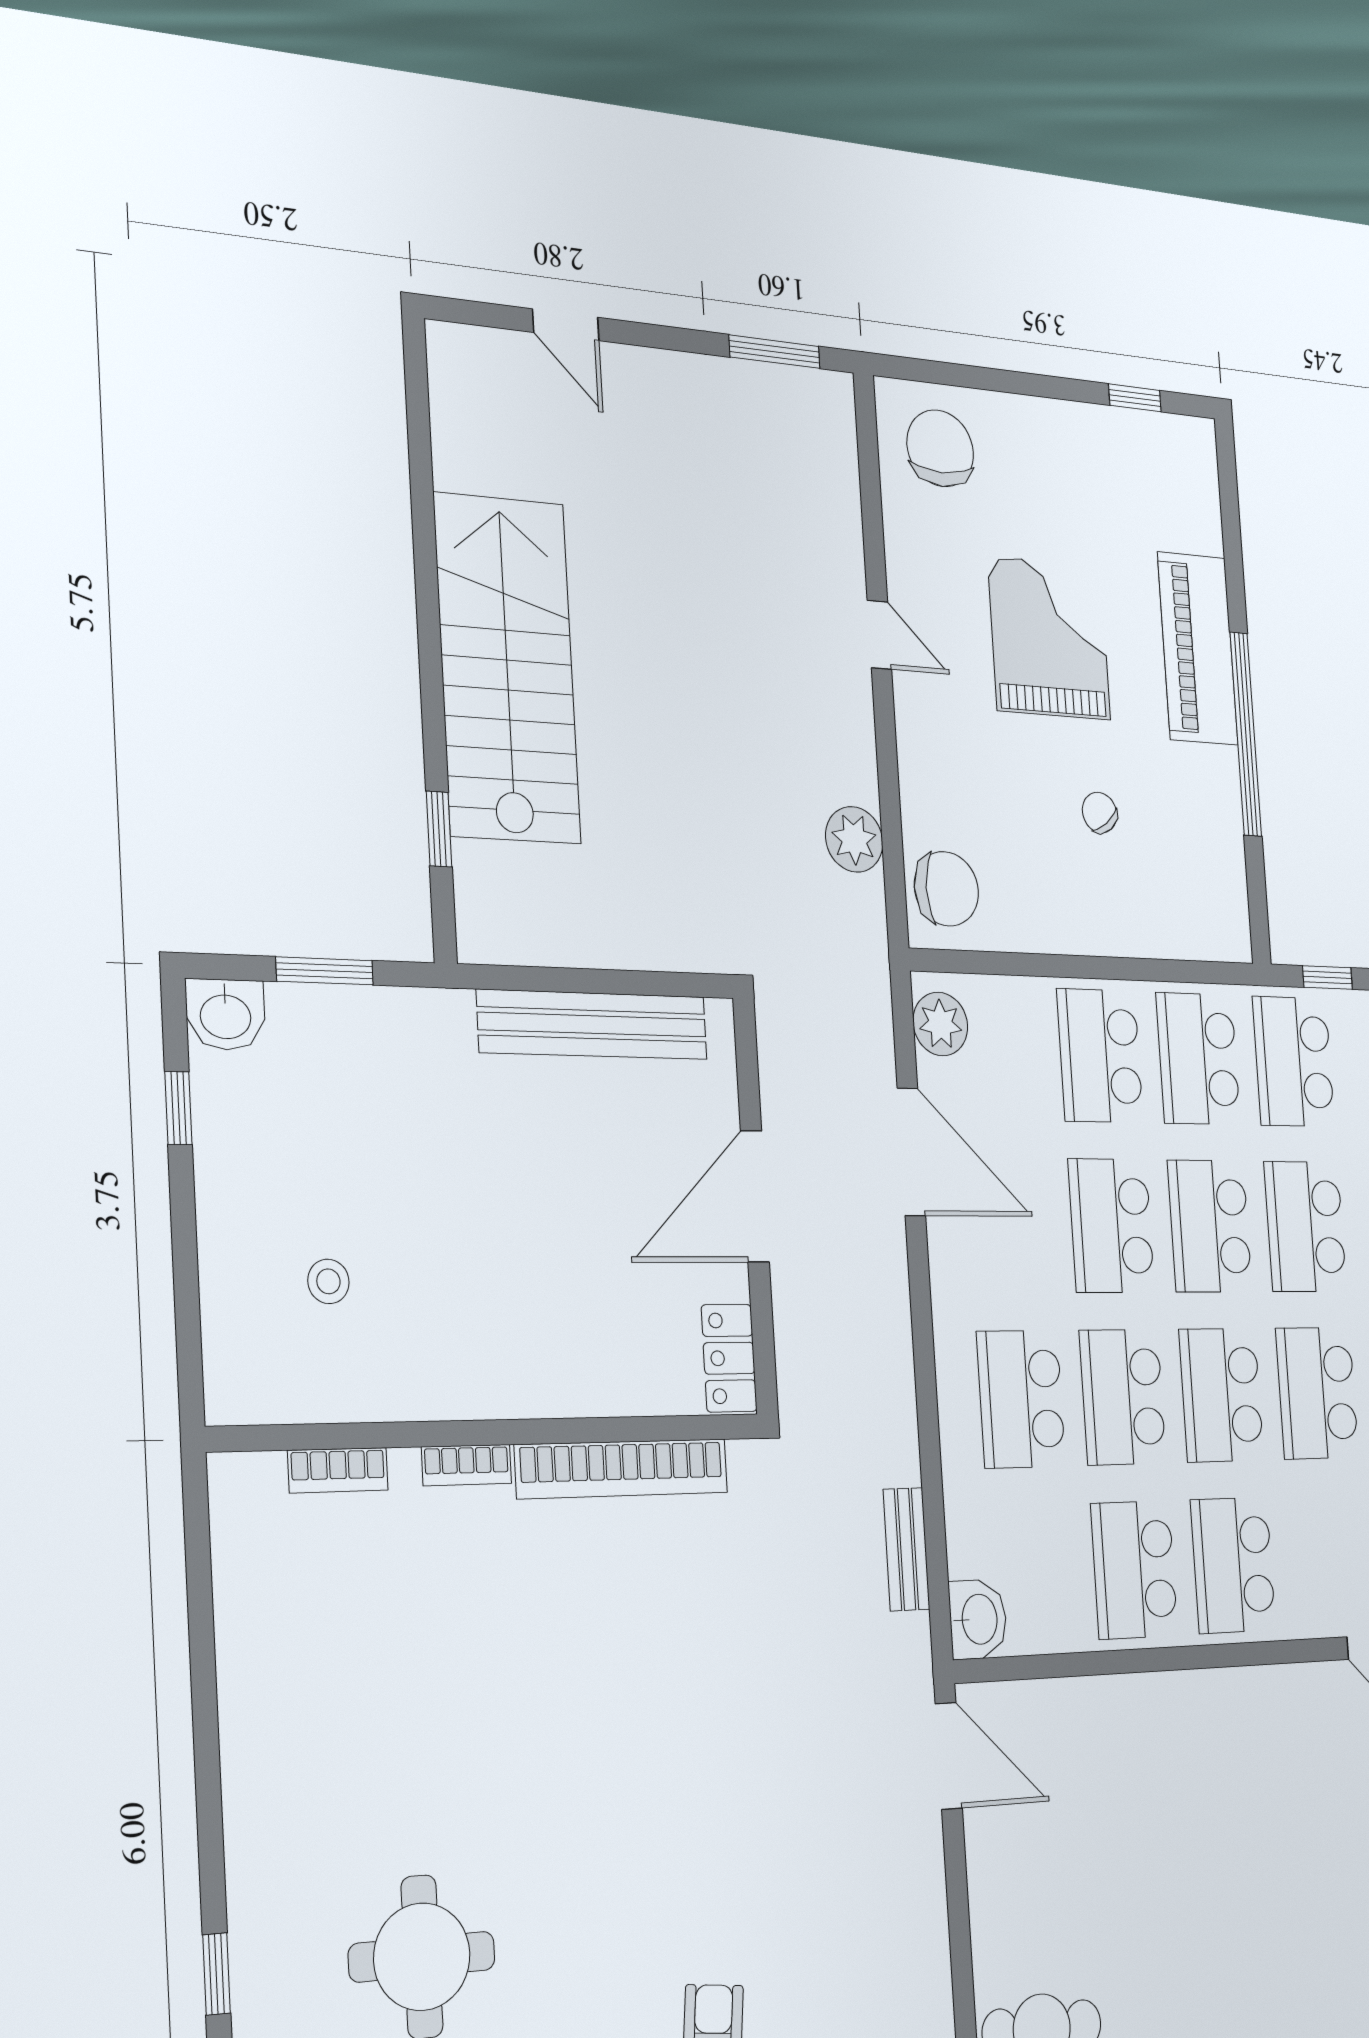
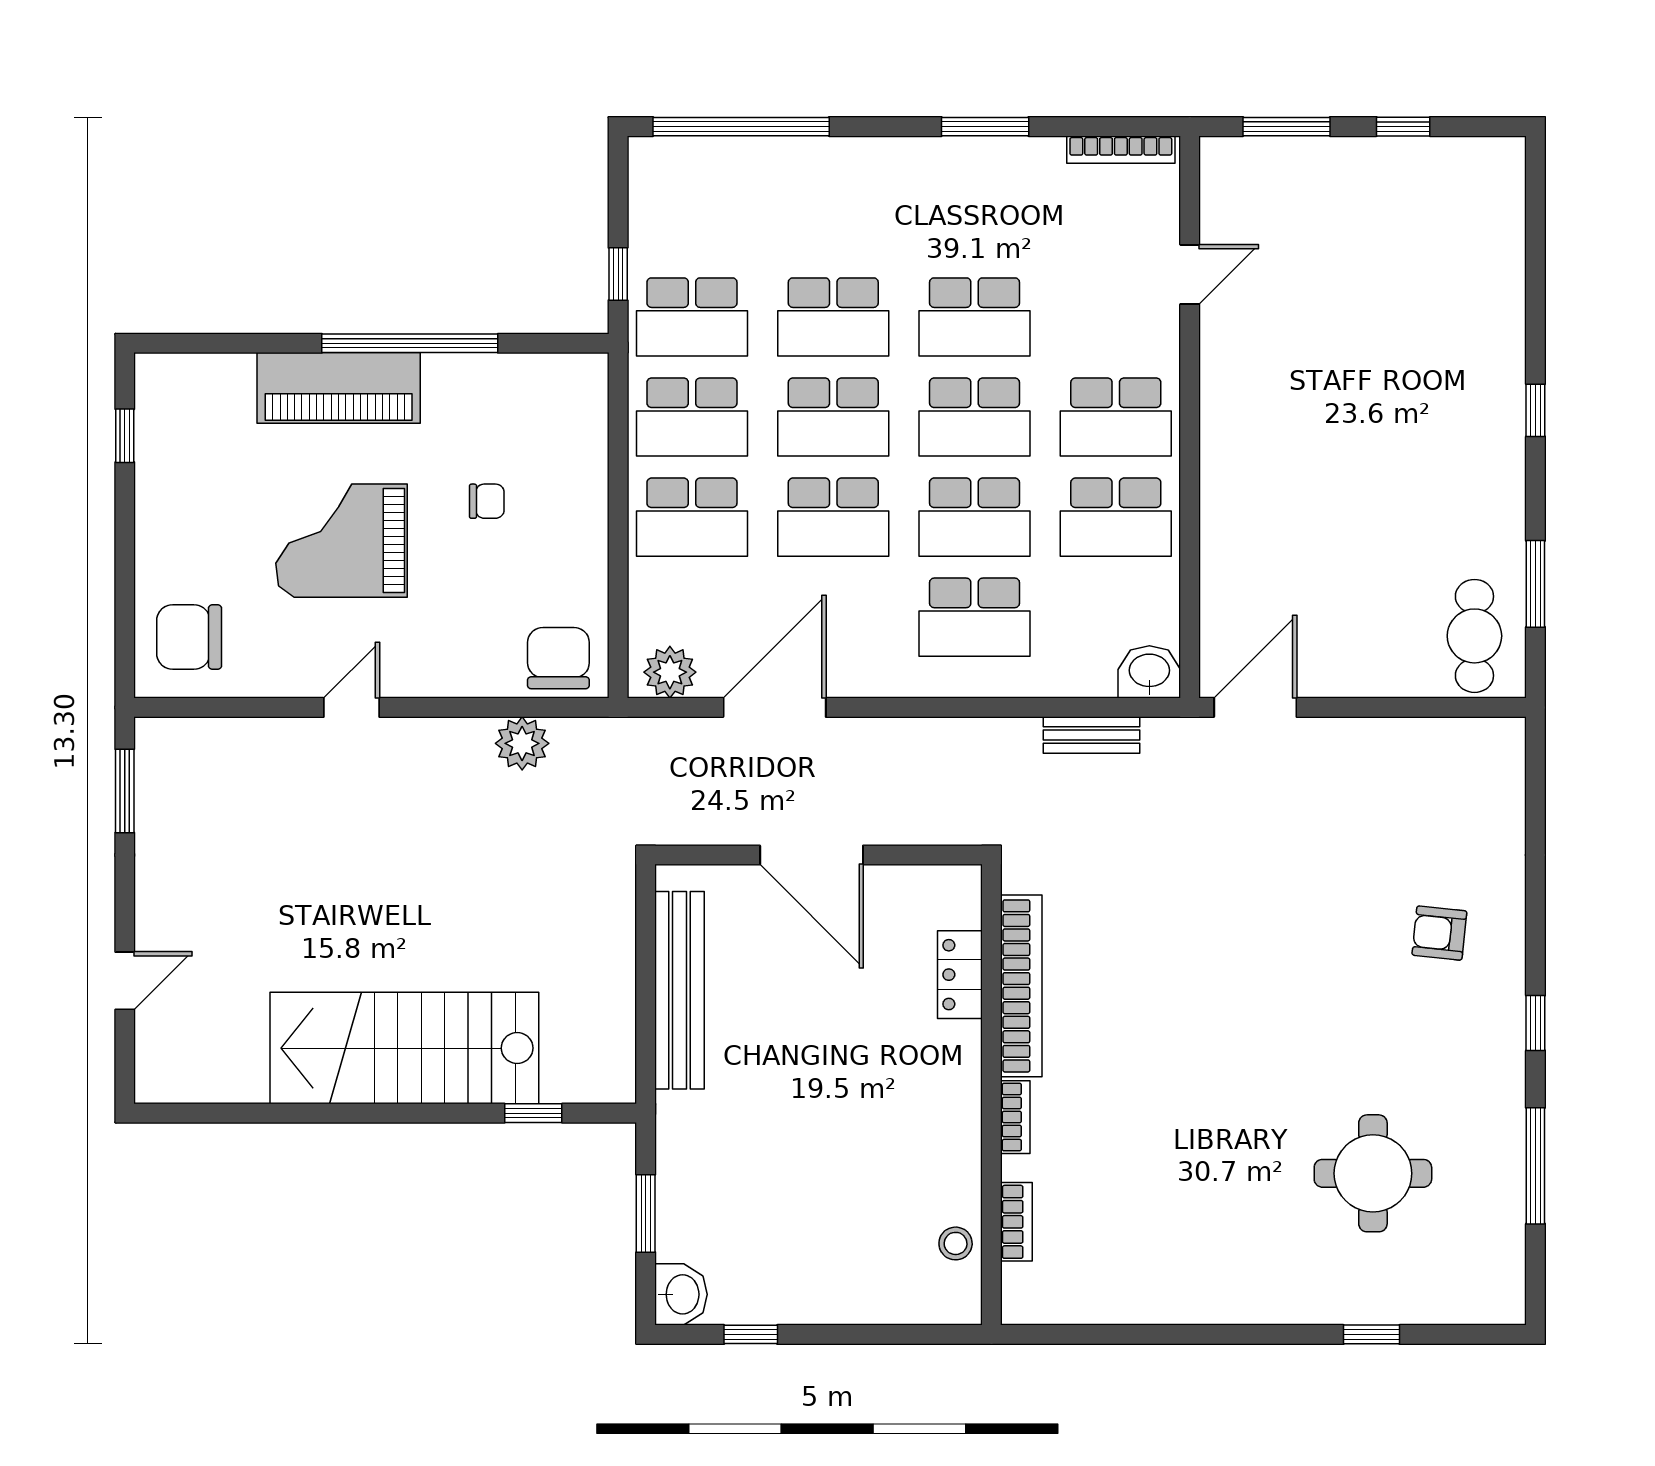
chair: (1100, 813) -> (487, 501), turned -142
stool: (328, 1281) -> (956, 1243), moved
locker: (729, 1358) -> (960, 975), moved, turned 90

